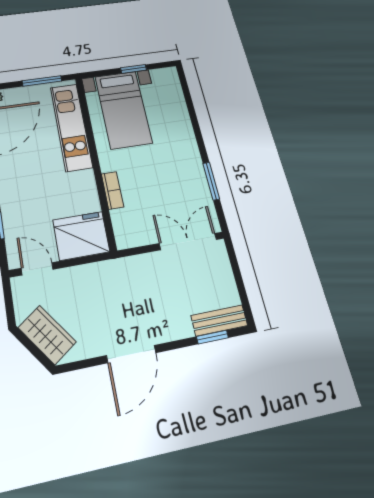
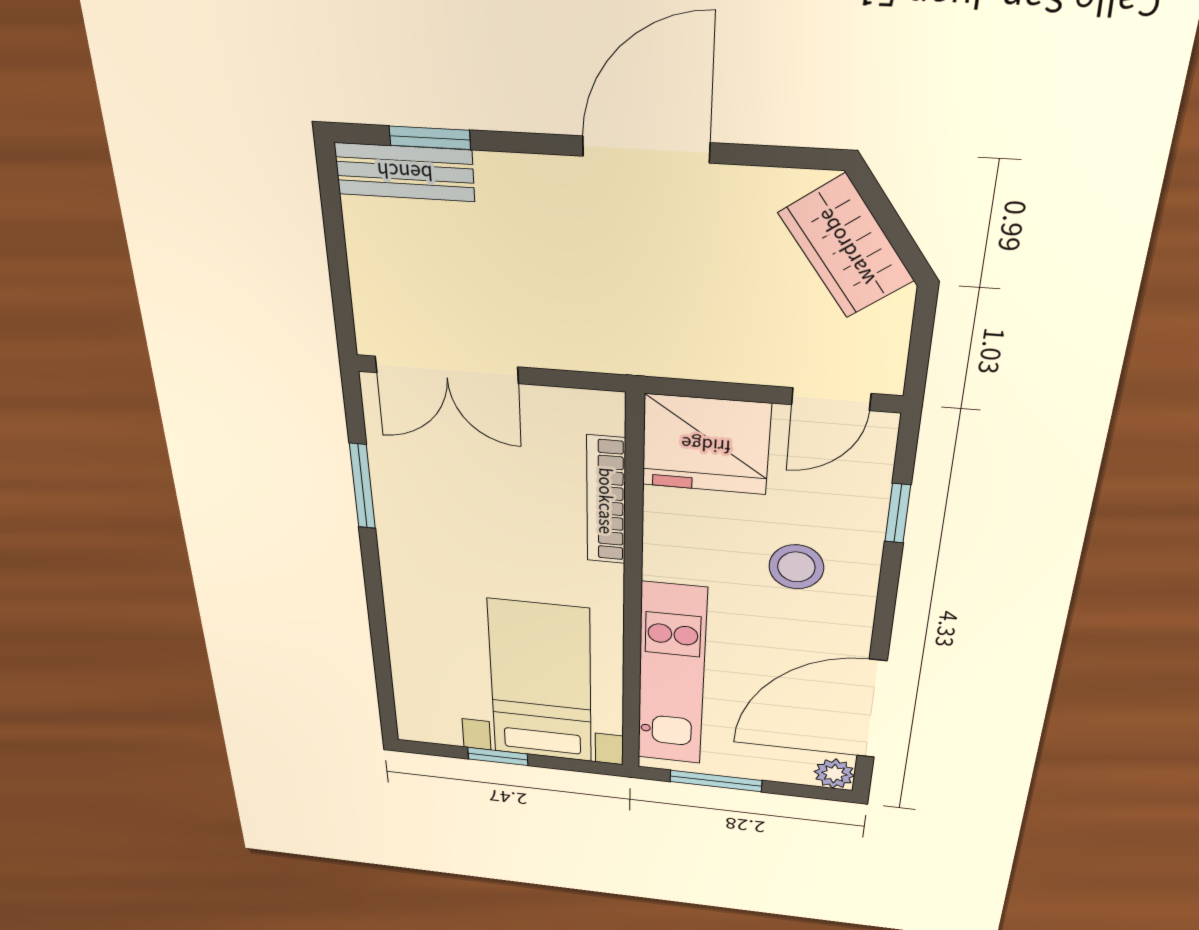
bookcase: (112, 190) -> (606, 501), width x1.56
stool: (33, 191) -> (796, 567), added
door: (37, 269) -> (831, 399), hinge flipped

